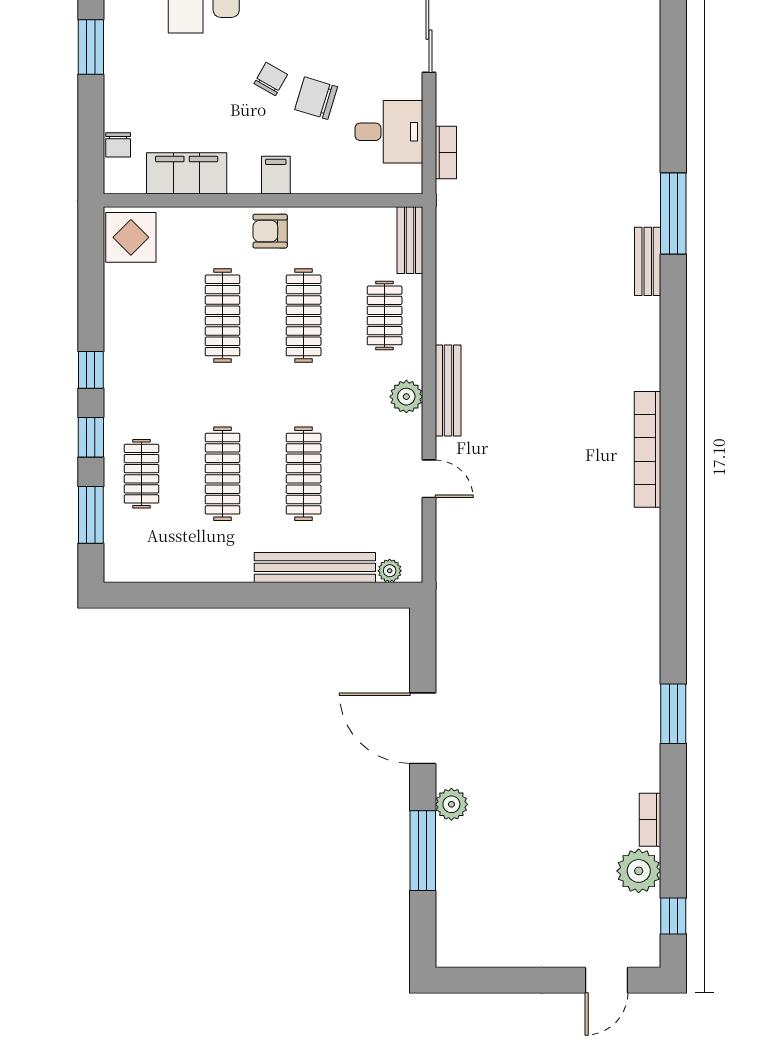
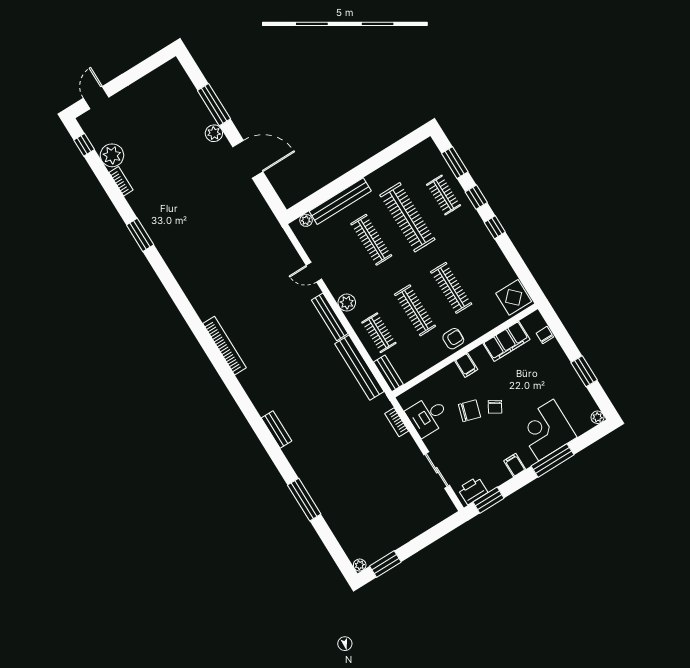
window: (673, 213) -> (304, 500), moved
bench: (451, 278) -> (359, 368), added
clothes rail: (223, 474) -> (407, 217), width x1.37, depth x1.31

